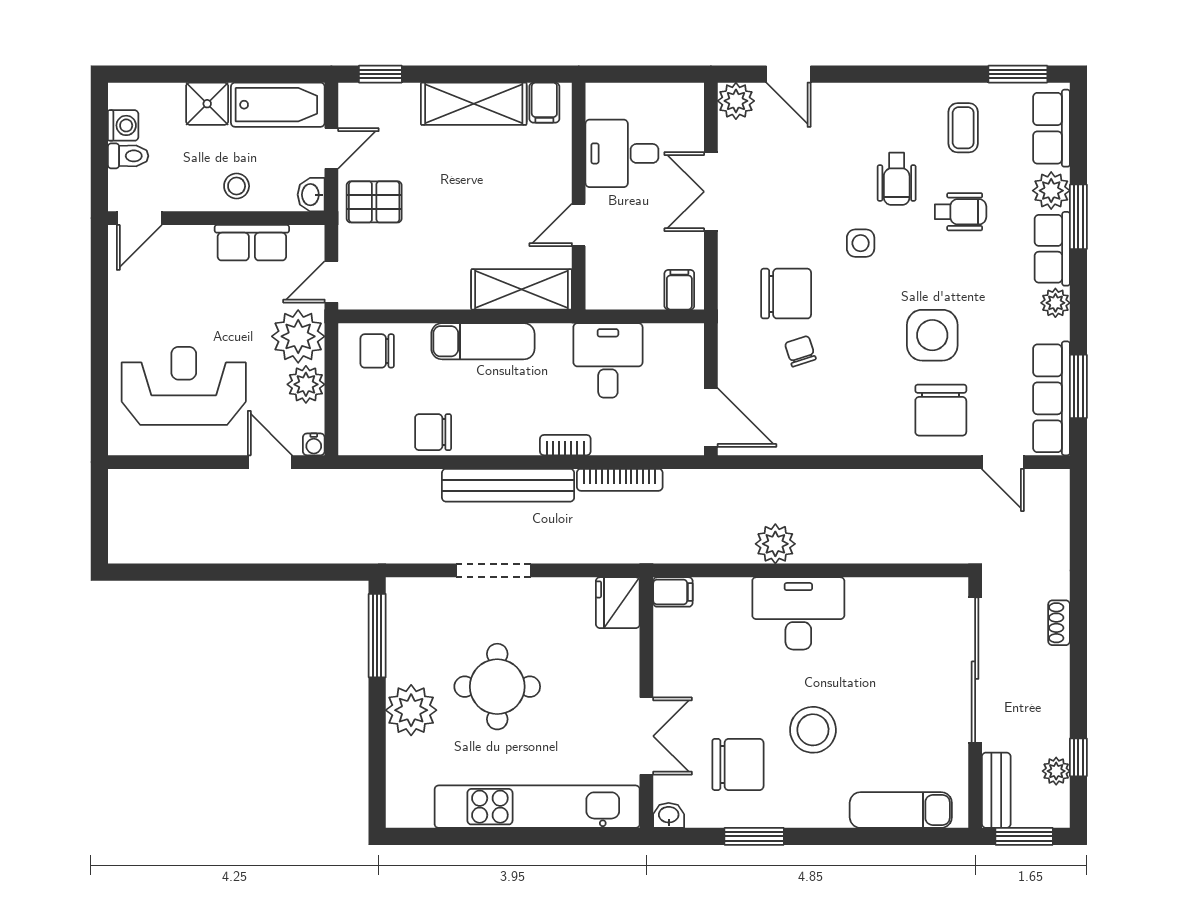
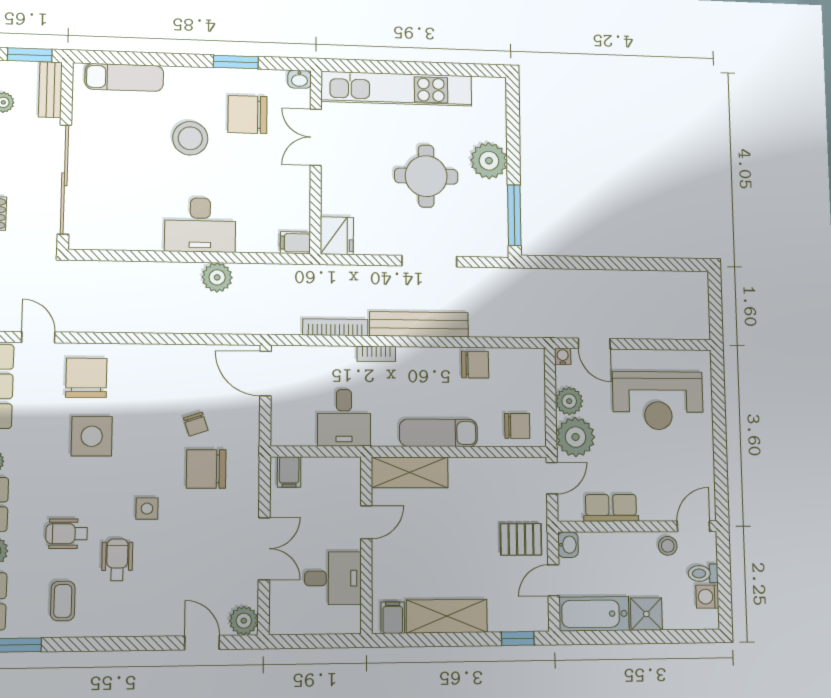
stool: (237, 186) -> (668, 546), moved

